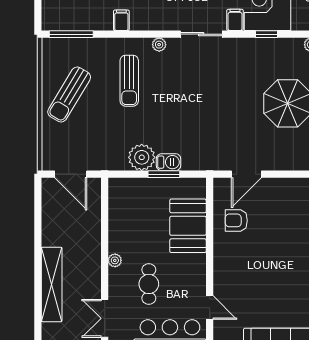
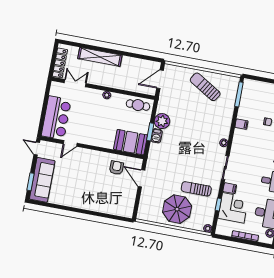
sun lounger: (129, 81) -> (196, 189), moved
booth: (188, 226) -> (131, 142), moved
cafe table: (149, 284) -> (138, 105), moved

